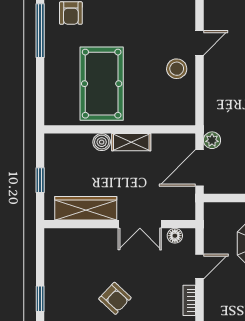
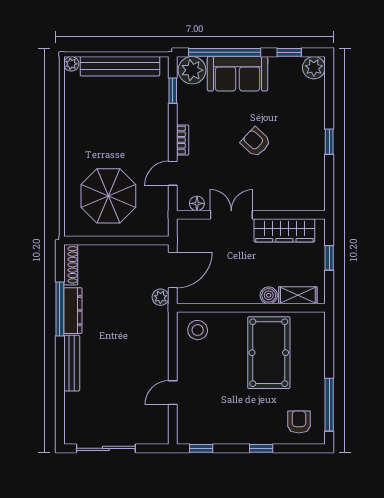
stool: (177, 69) -> (198, 330), moved
shelving: (131, 142) -> (298, 295), moved

